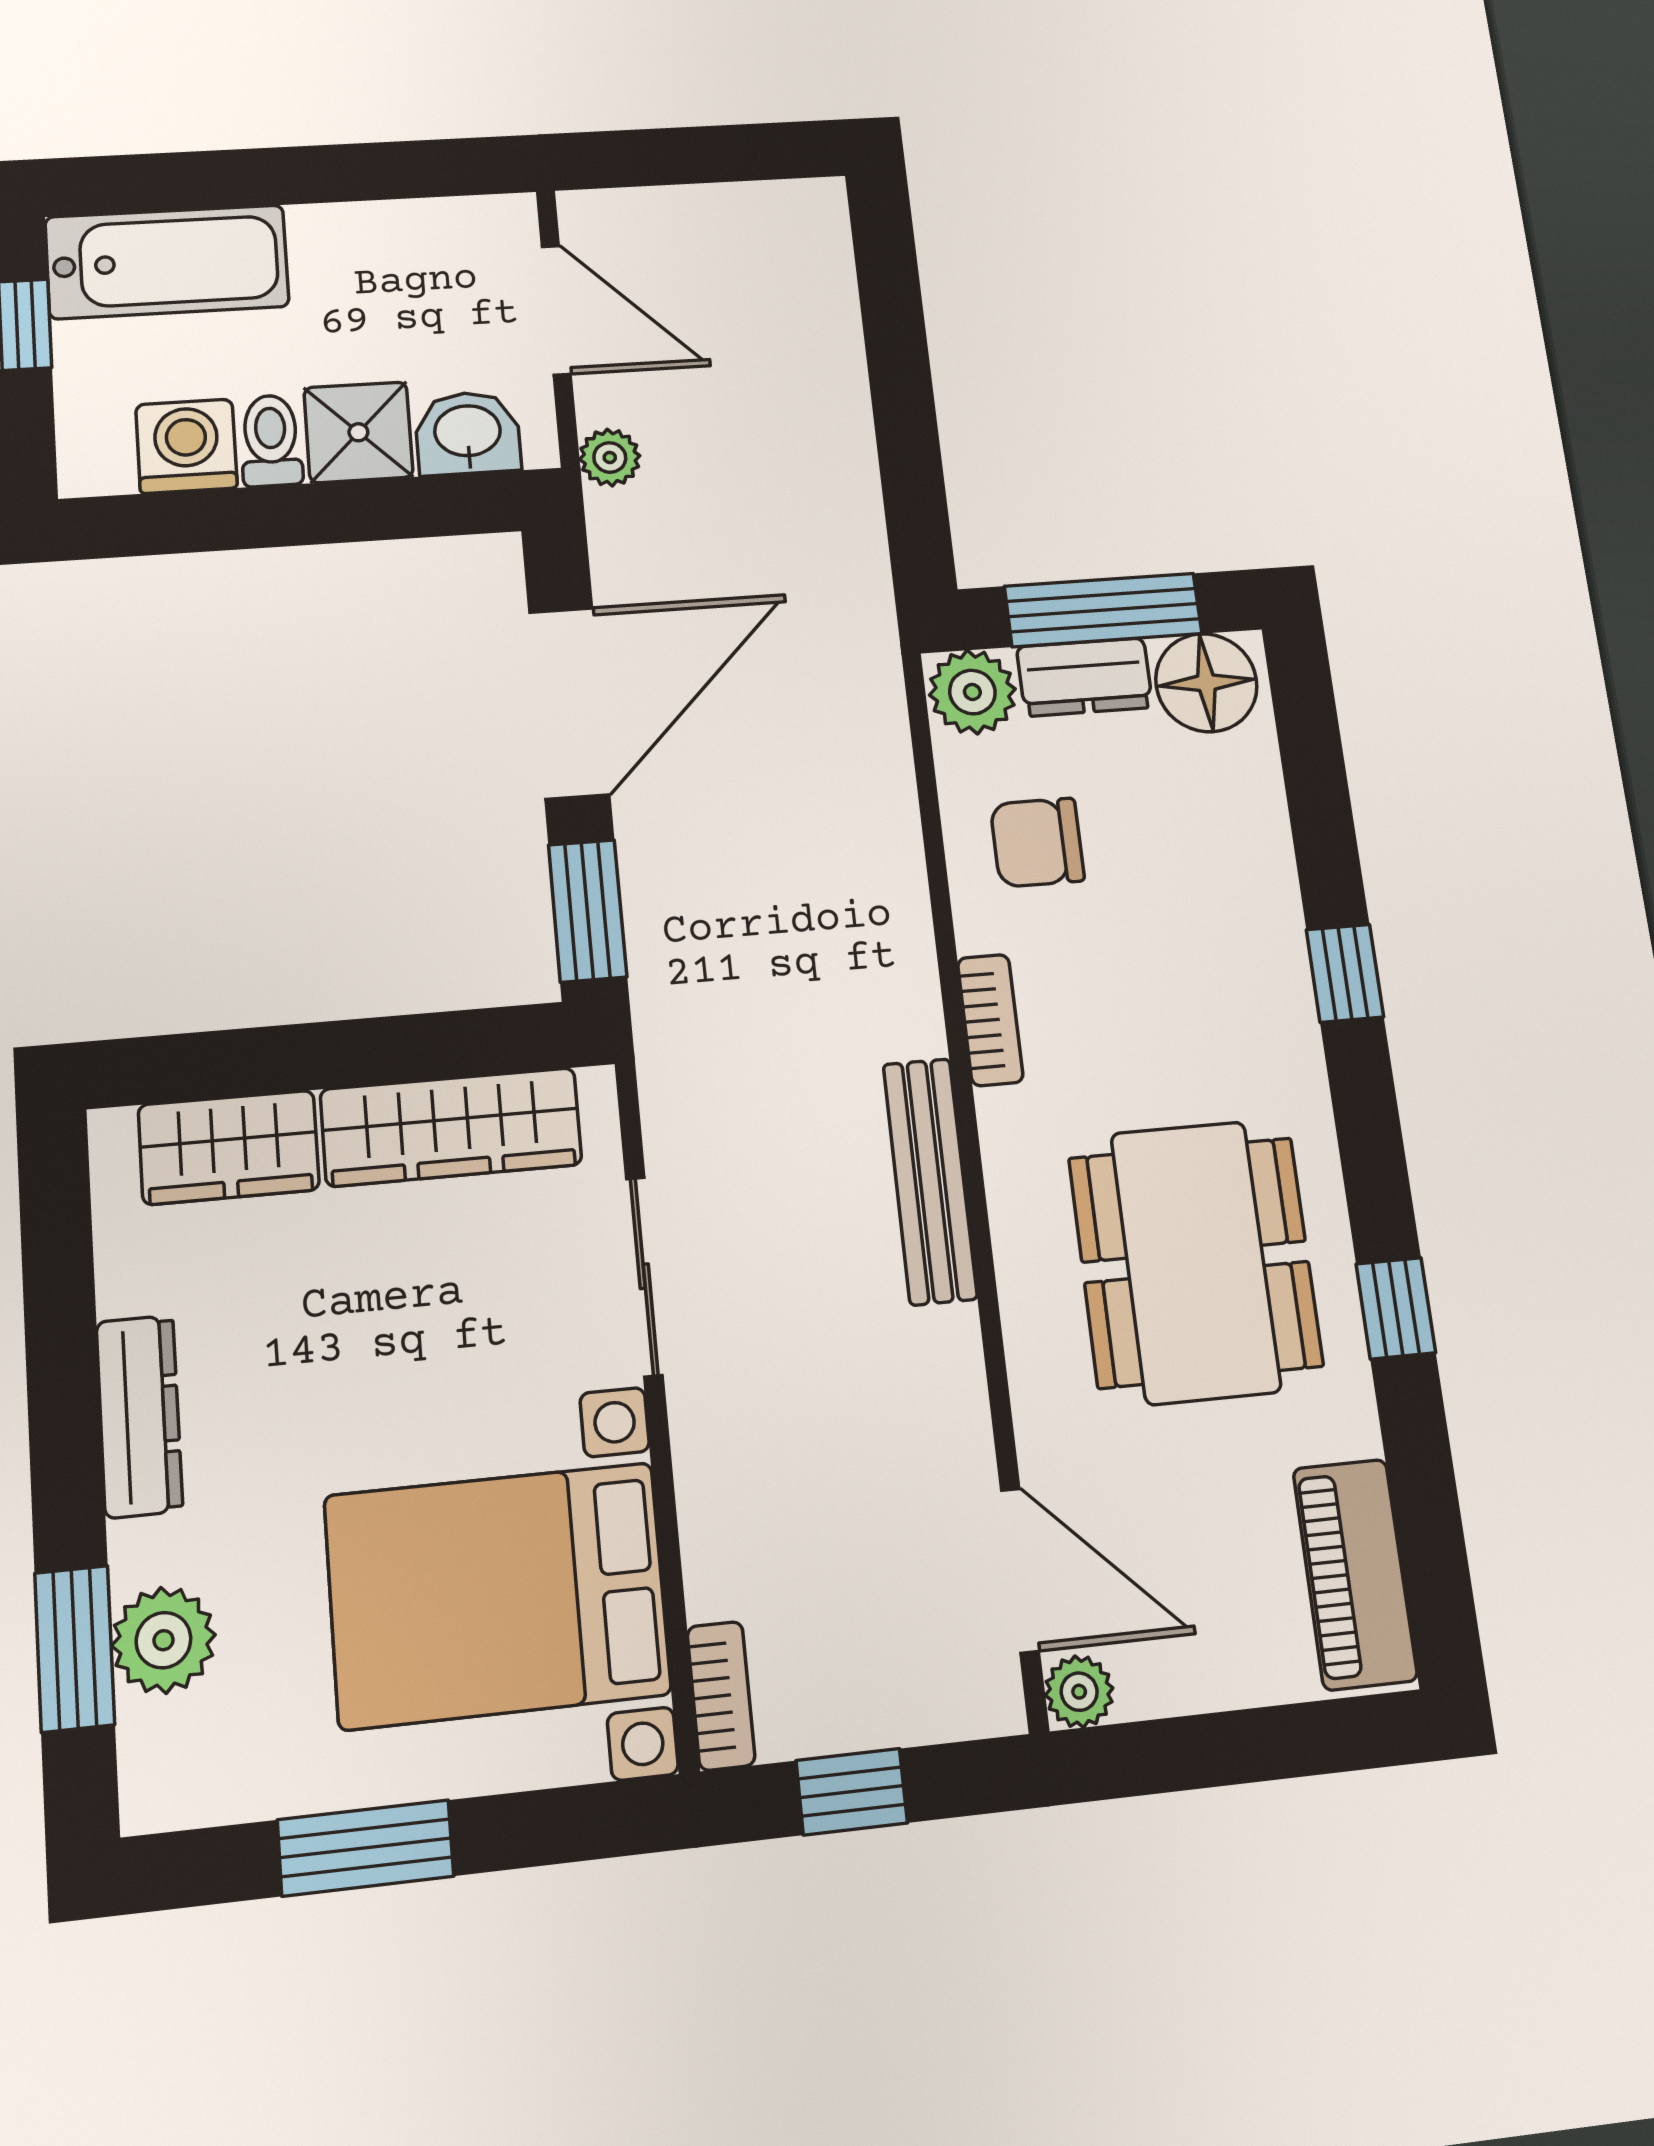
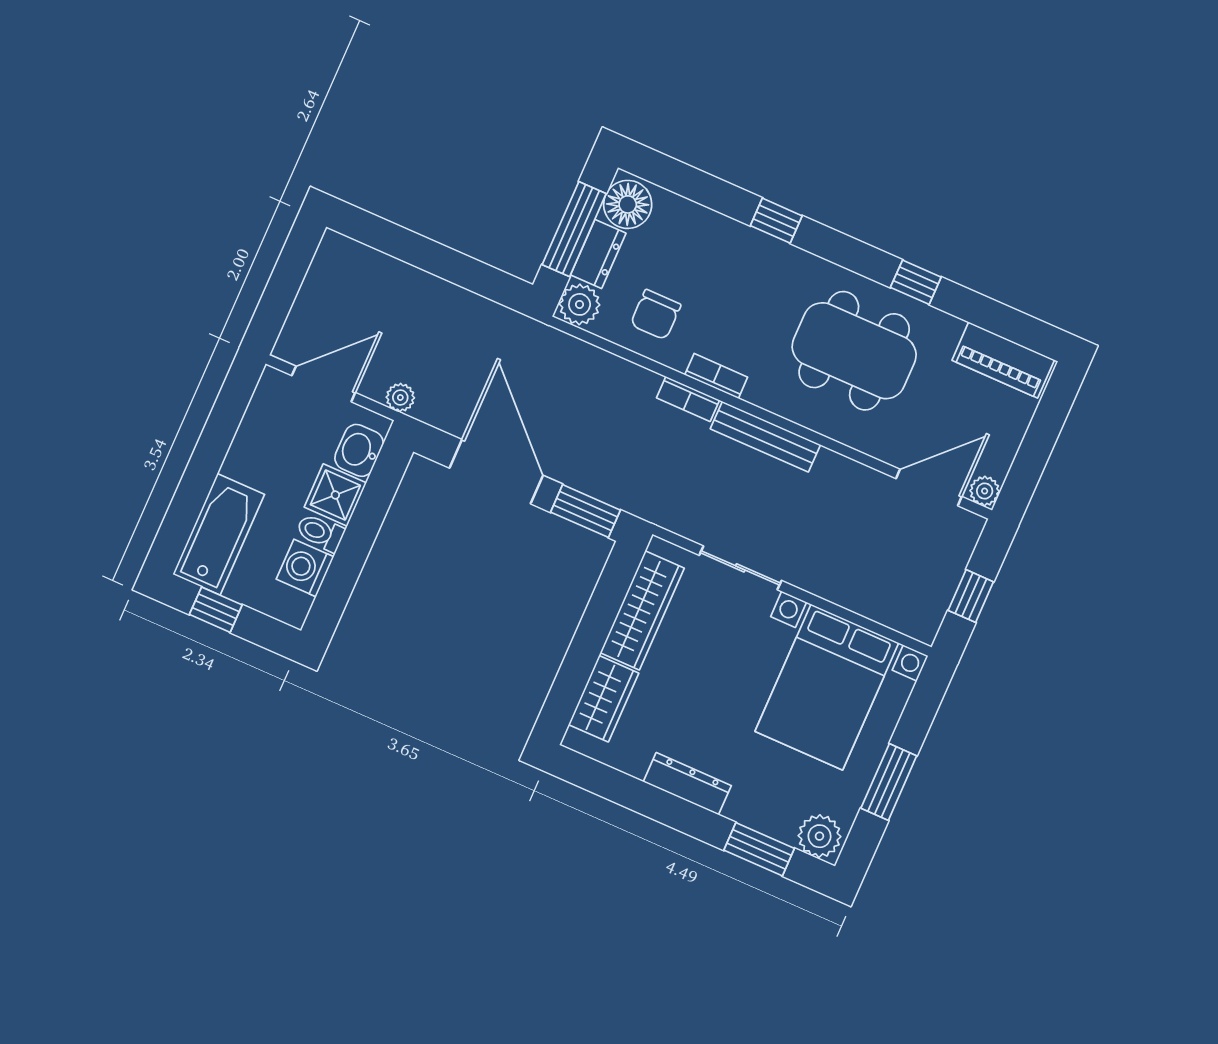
plant: (163, 1640) -> (819, 836), moved
bookcase: (721, 1696) -> (688, 399), moved, turned 180

